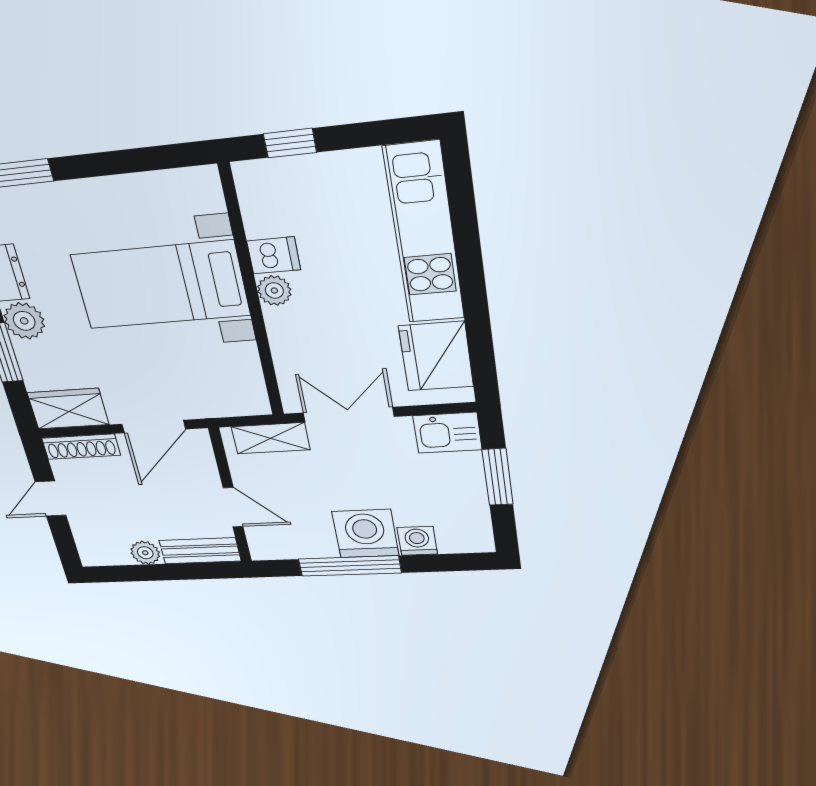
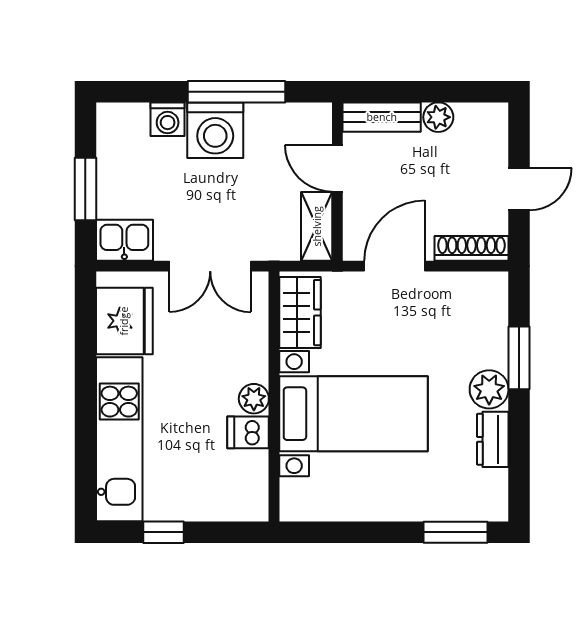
window: (290, 143) -> (163, 532), moved
wardrobe: (68, 409) -> (300, 313), moved, turned -90
shelving: (271, 438) -> (317, 226), moved, turned 90

